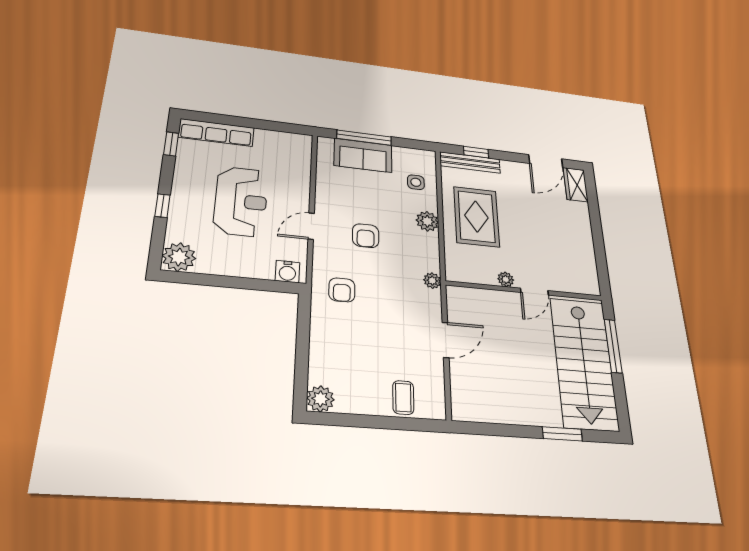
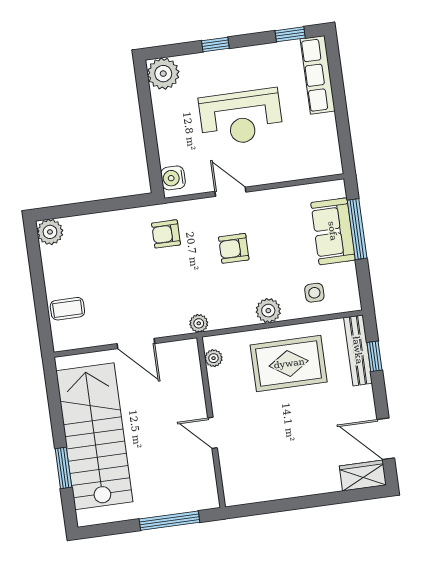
plant: (506, 279) -> (214, 358), moved
stairs: (584, 363) -> (94, 436), moved, turned 90

